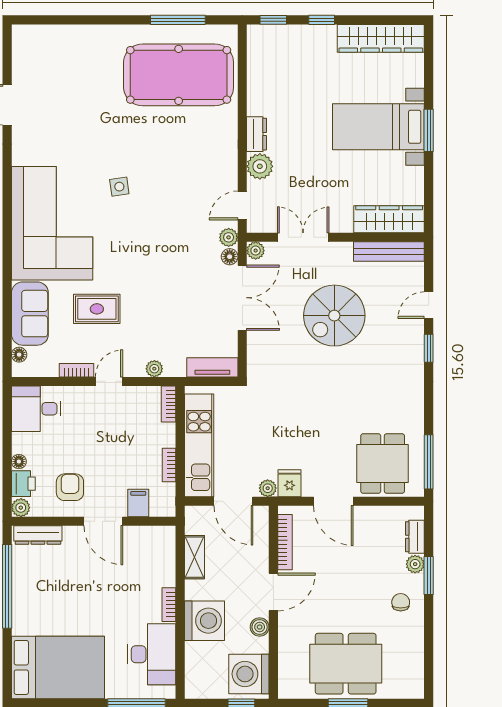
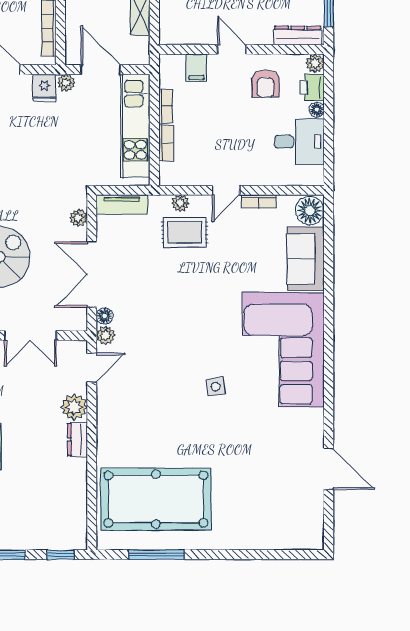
plant: (256, 251) -> (78, 218), moved
rug: (97, 309) -> (185, 232), moved
floor lamp: (19, 355) -> (310, 211), width x1.89, depth x1.89
bookcase: (169, 404) -> (166, 143), moved
desk: (36, 409) -> (299, 142), moved
door: (103, 521) -> (232, 49), width x0.73

